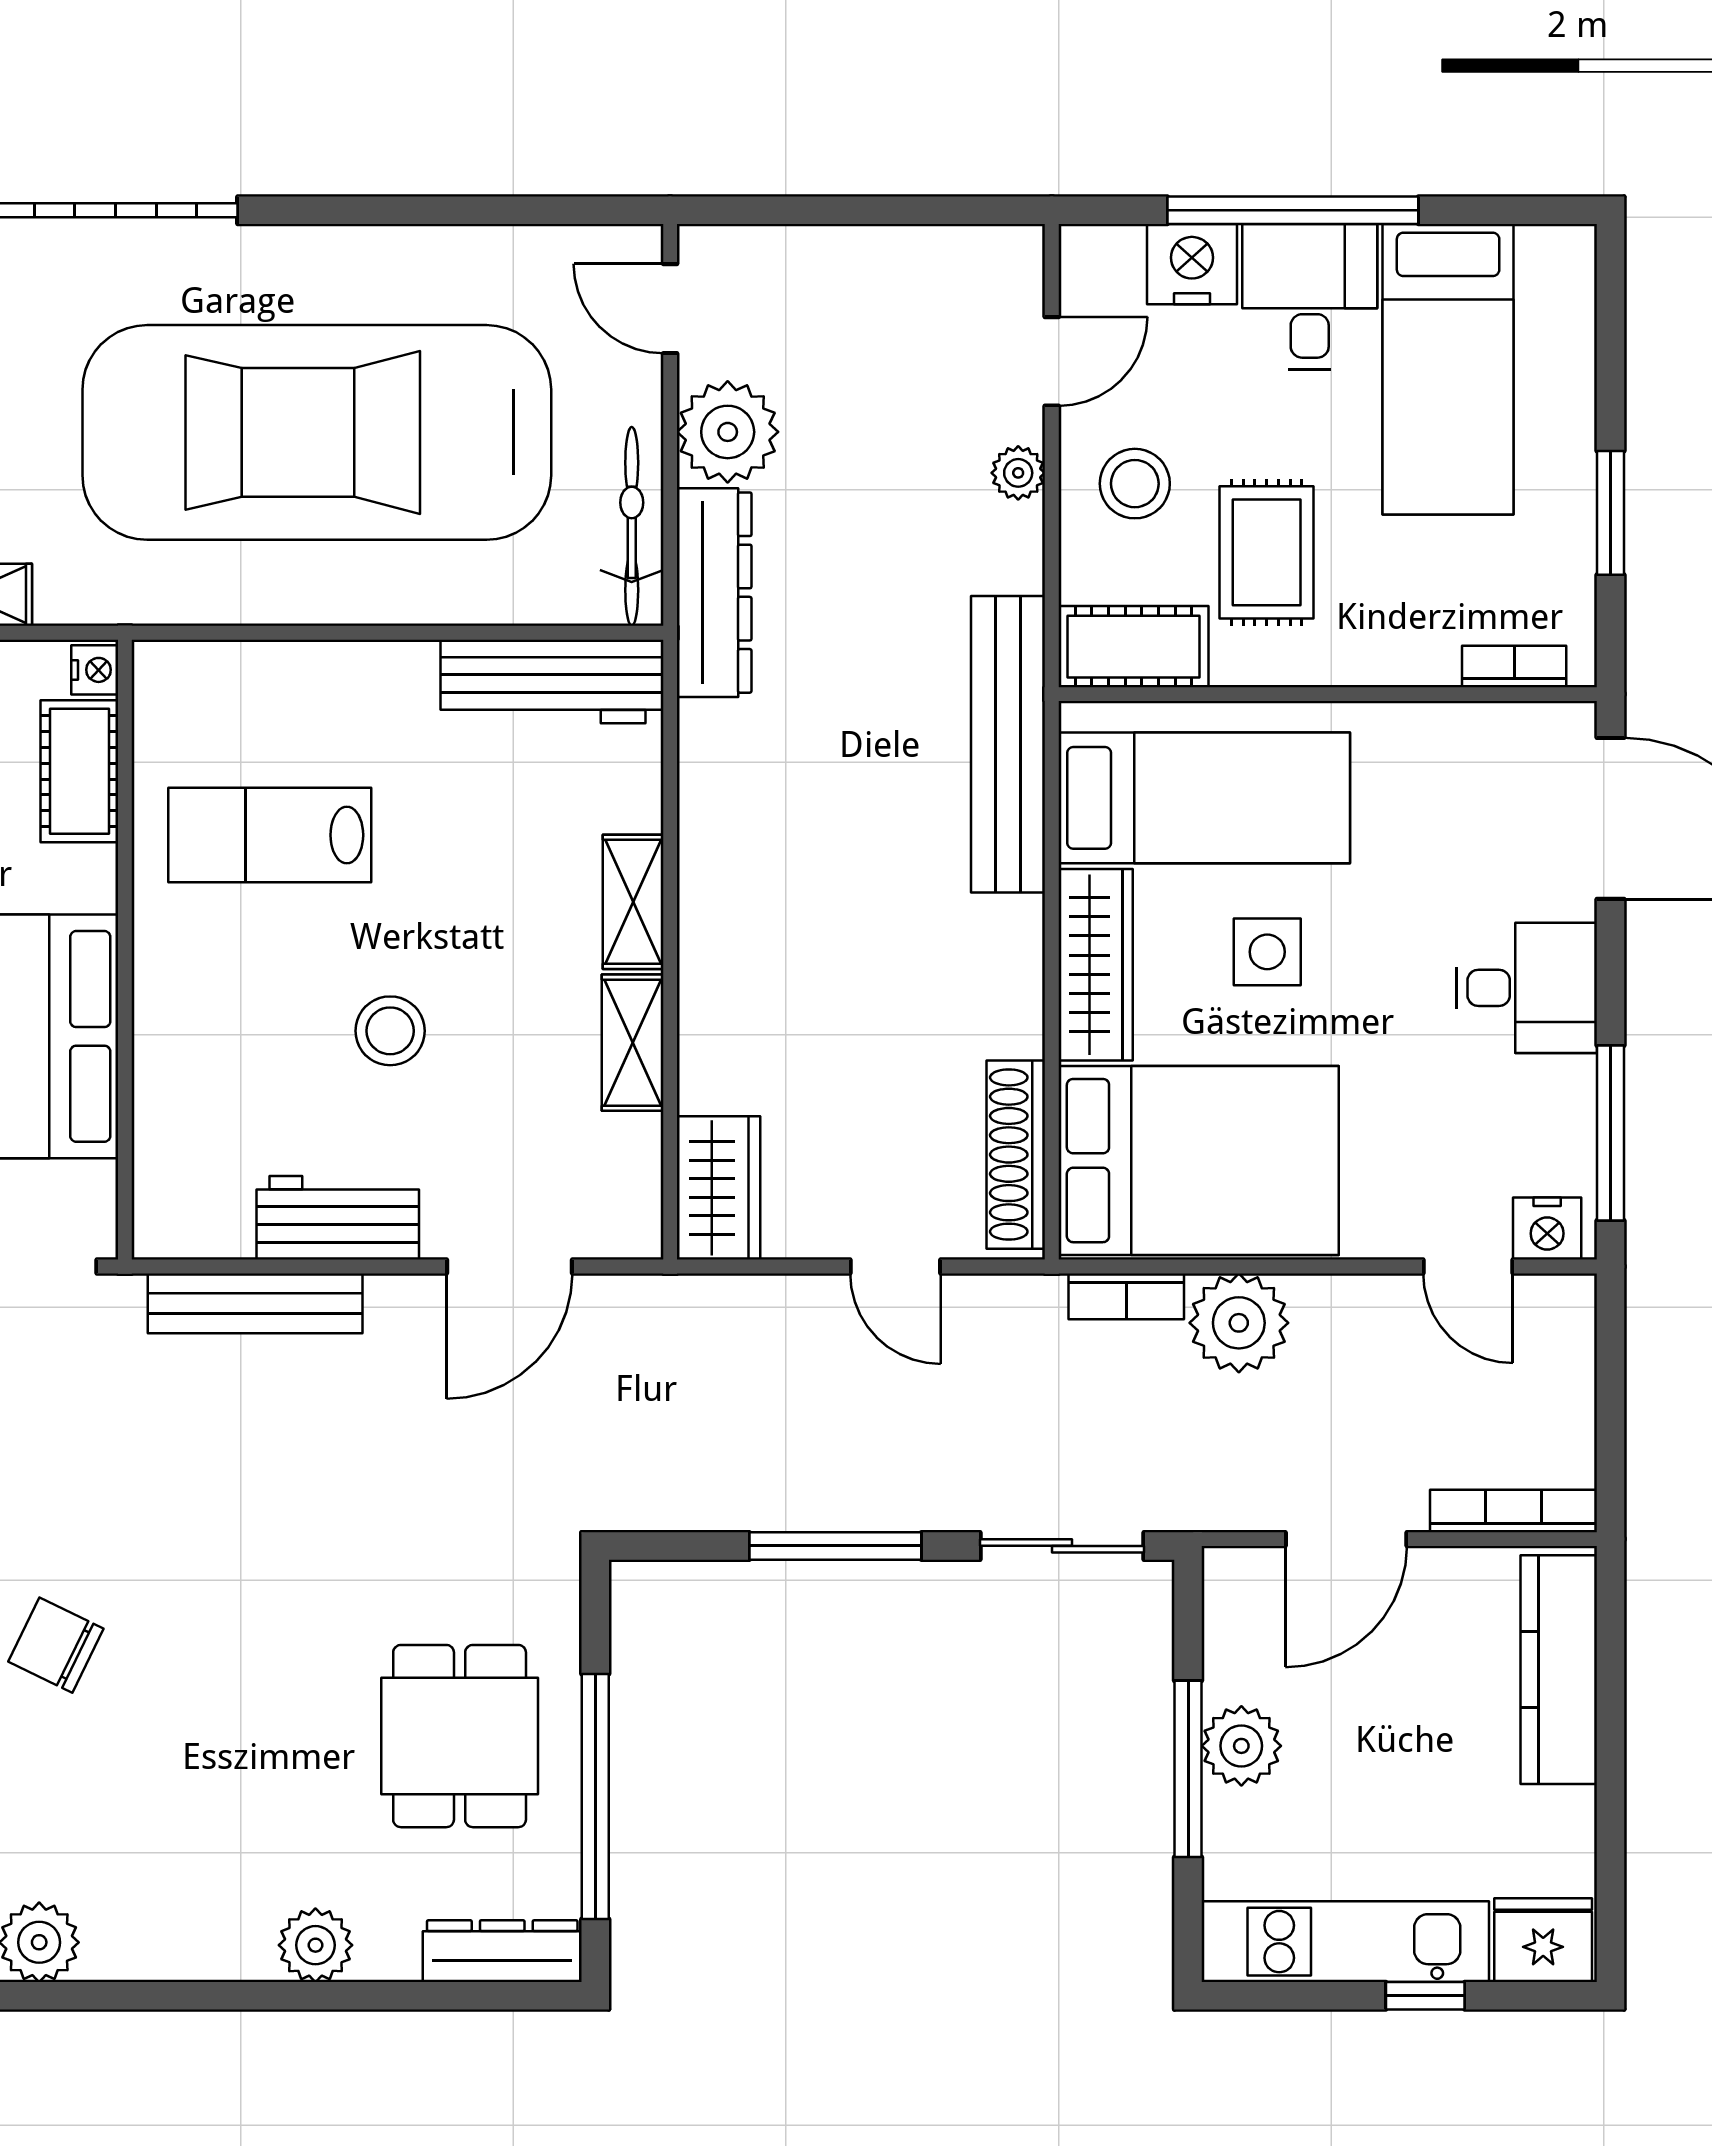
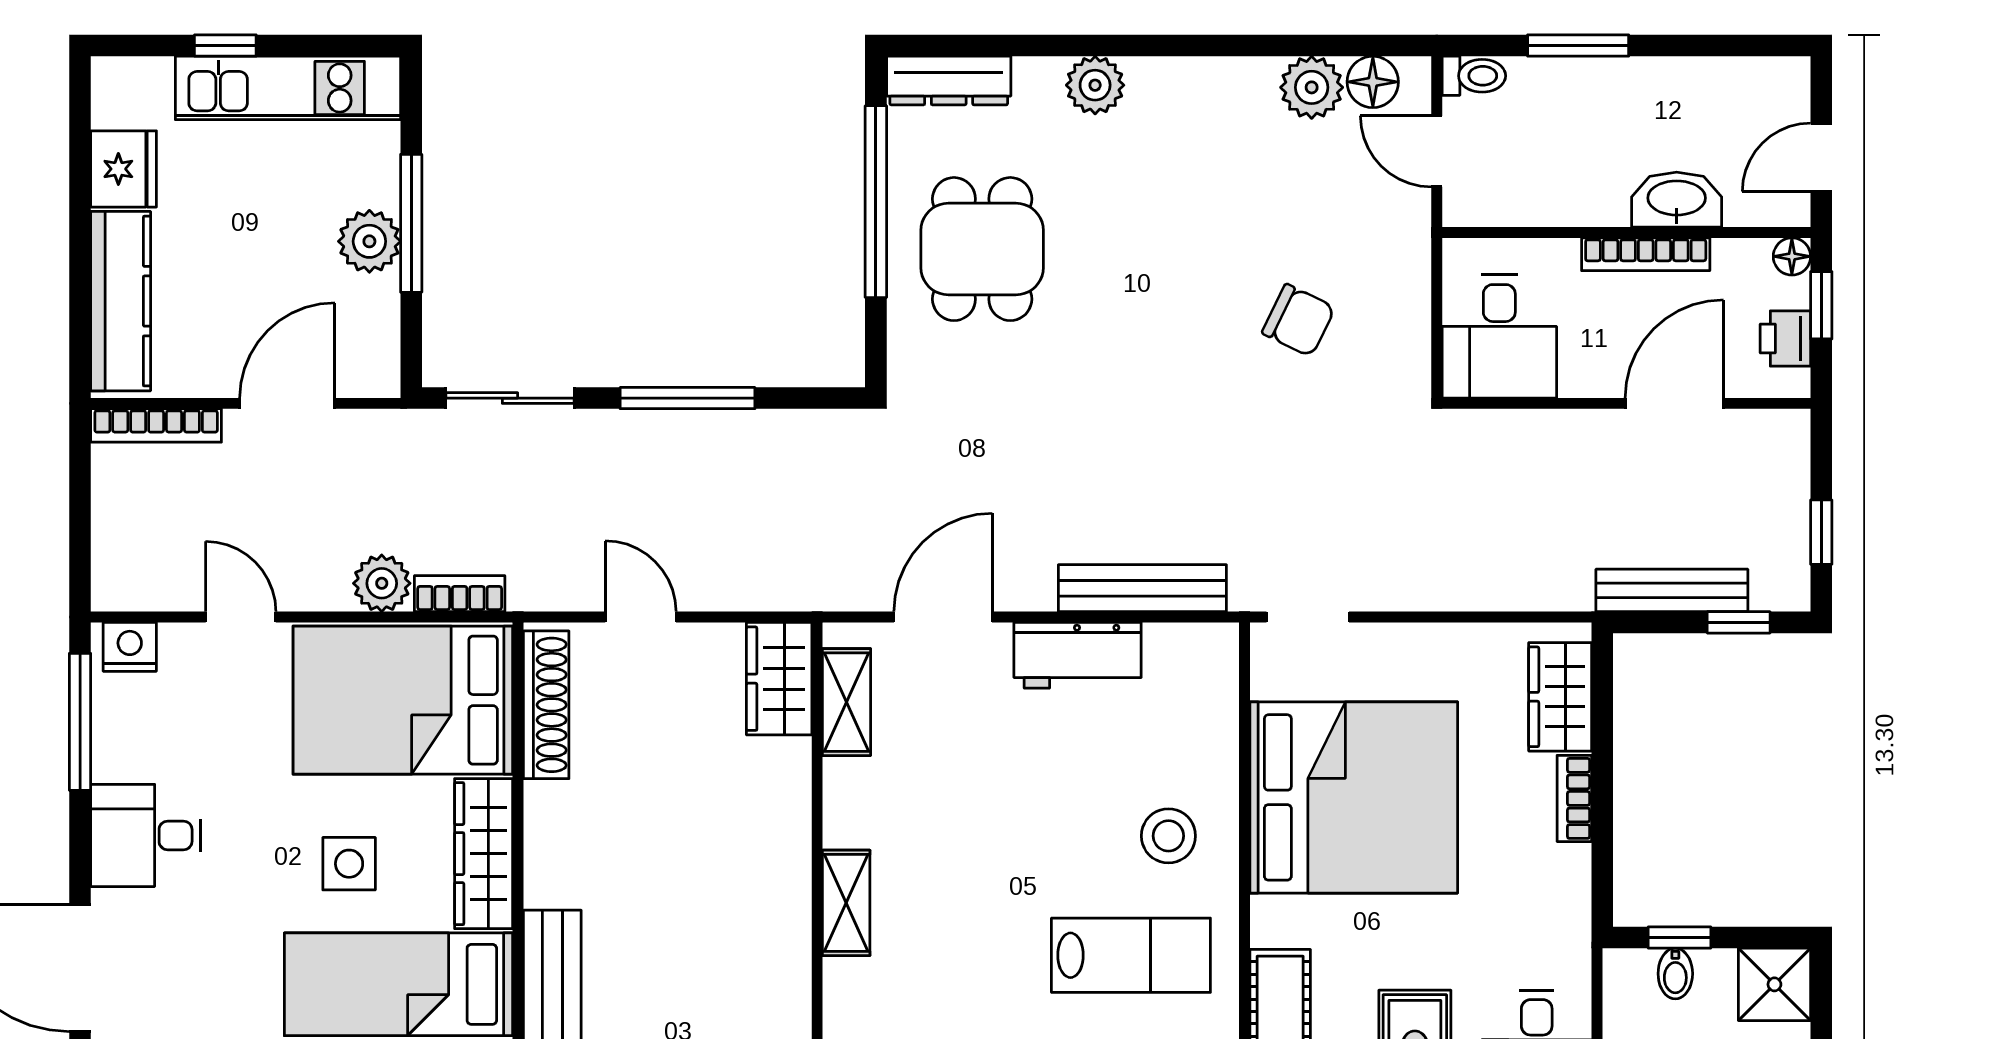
stool: (390, 1031) -> (1168, 836), moved
shelving: (633, 1043) -> (847, 702), moved
door: (1468, 1267) -> (241, 617), moved
plant: (1239, 1323) -> (382, 583), width x0.73, depth x0.73
fridge: (1543, 1940) -> (124, 169), moved, turned -90

